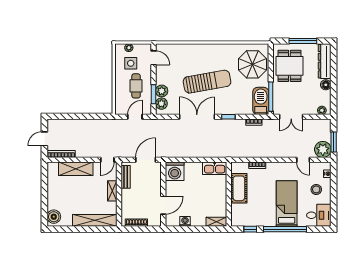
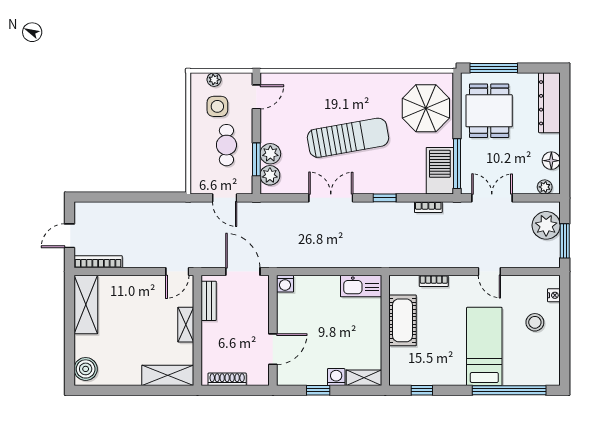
window: (303, 41) -> (494, 68), moved
door: (153, 58) -> (256, 97), hinge flipped
floor lamp: (326, 85) -> (551, 161), moved
door: (135, 117) -> (225, 198), swing flipped
double door: (197, 117) -> (331, 198), width x0.73
double door: (291, 117) -> (492, 198), swing flipped
plant: (323, 149) -> (546, 225), moved
door: (146, 160) -> (243, 272), hinge flipped
door: (303, 160) -> (489, 272), moved
shelving: (76, 169) -> (86, 305), moved, turned 90
washing machine: (175, 171) -> (285, 284), width x0.53, depth x0.53
desk: (319, 215) -> (539, 367), removed
shelving: (95, 220) -> (168, 375), width x0.68
washing machine: (185, 221) -> (336, 377), moved
window: (190, 229) -> (318, 390), added
window: (285, 229) -> (509, 390), moved

